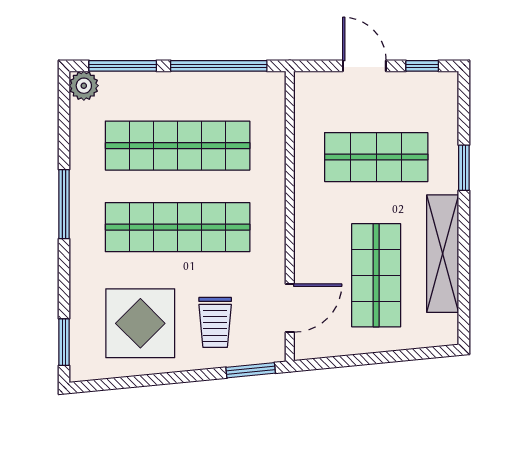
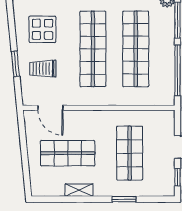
shelving: (443, 254) -> (79, 190), width x0.45, depth x0.75
display table: (140, 323) -> (42, 29), width x0.73, depth x0.73
window: (251, 370) -> (16, 64), moved

